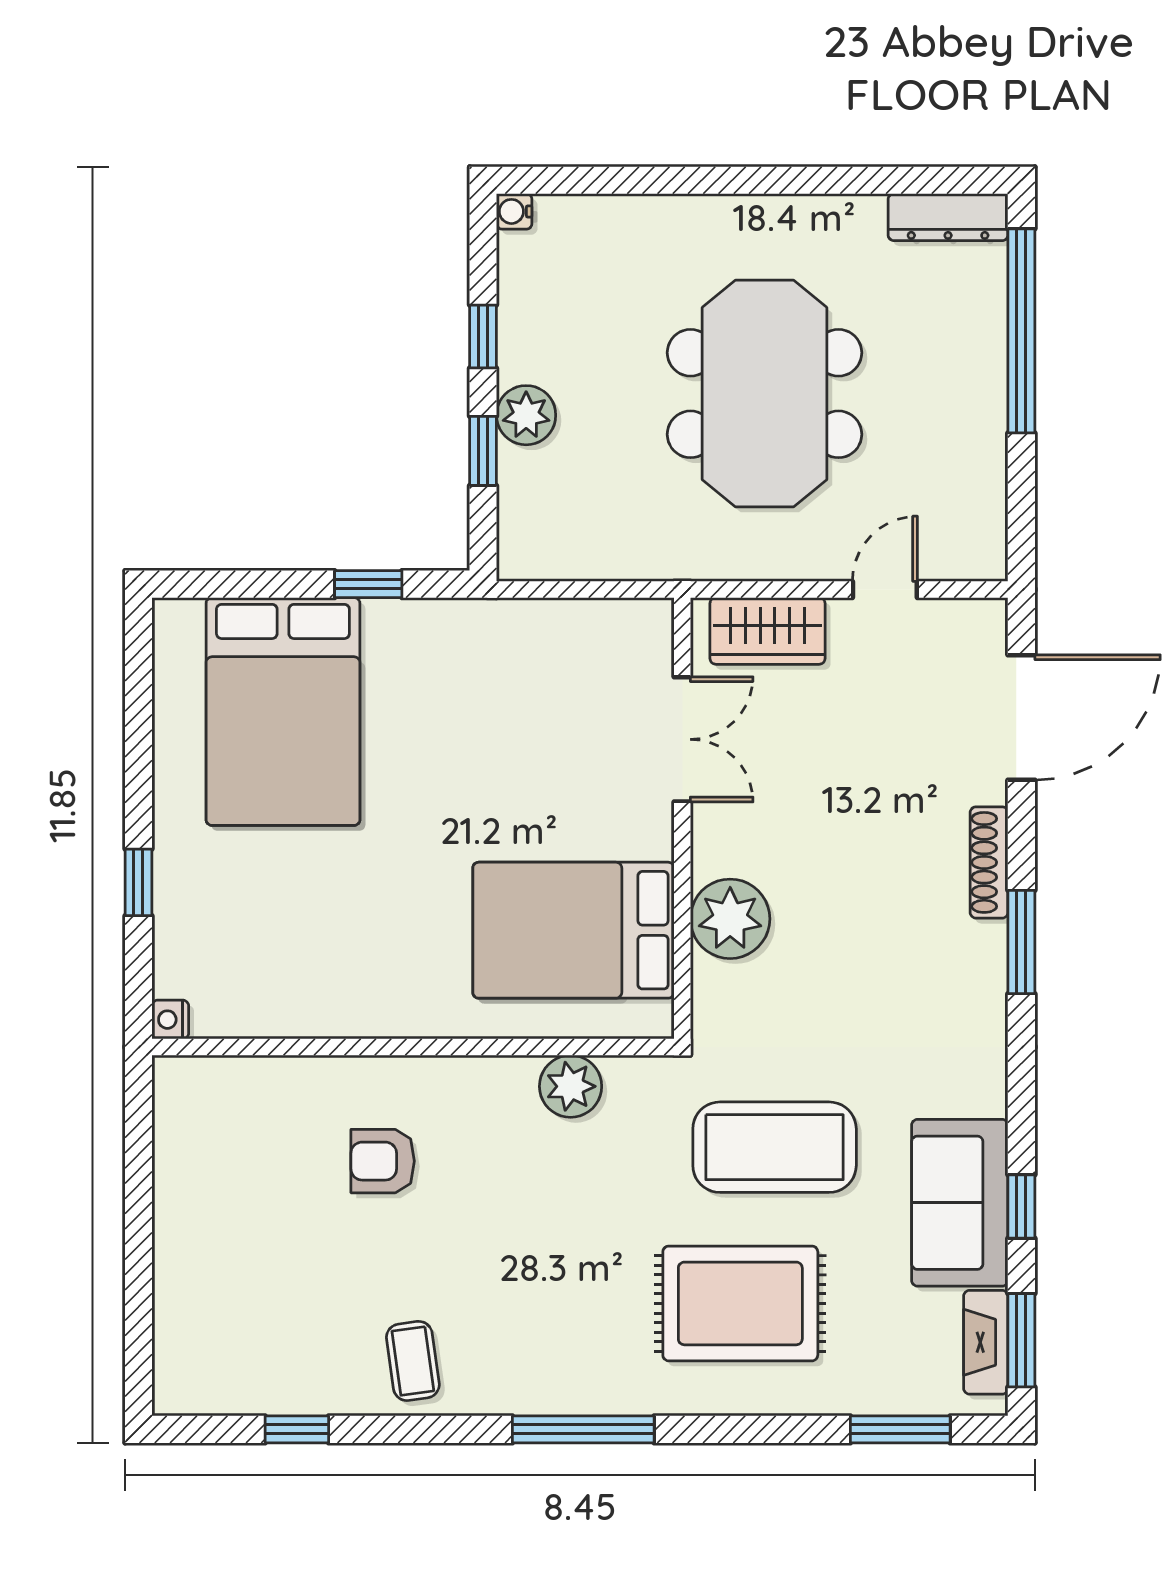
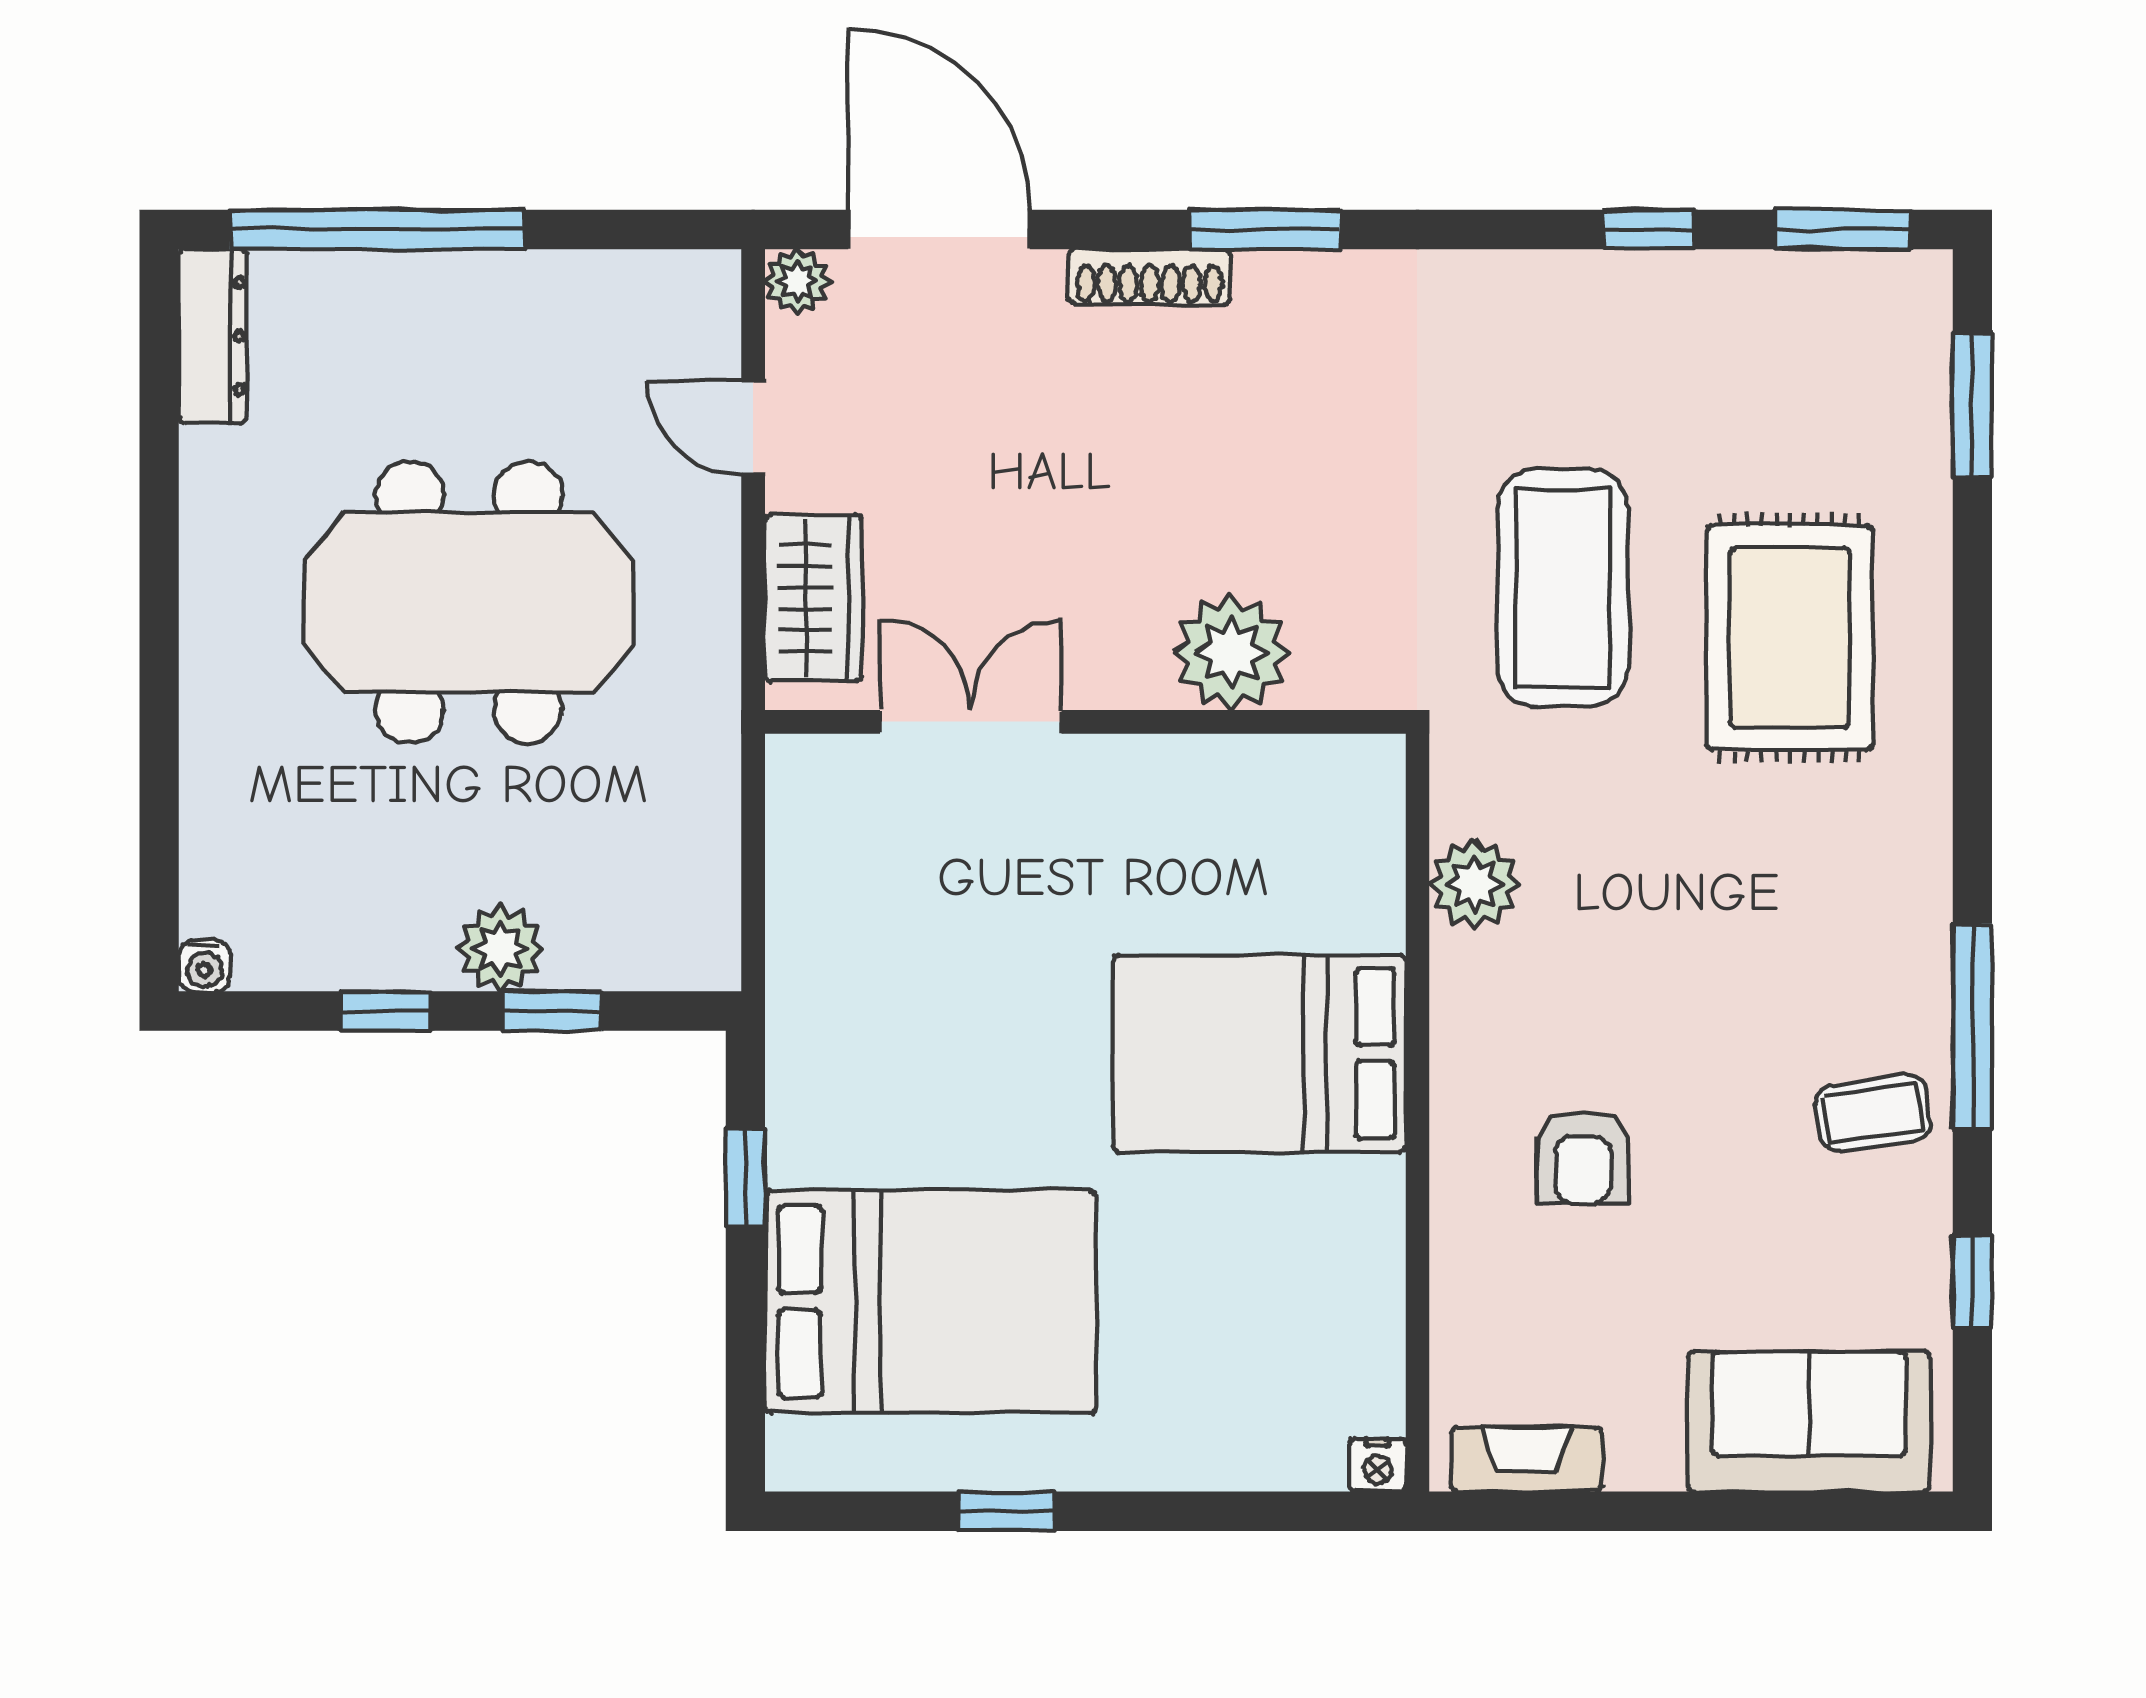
plant: (986, 620) -> (797, 281), added
window: (138, 882) -> (1007, 1511), moved
bed: (573, 930) -> (1260, 1054), moved, turned 90
sofa: (960, 1203) -> (1809, 1422), moved, turned 180
fireplace: (986, 1342) -> (1526, 1460), moved, turned 180
window: (583, 1429) -> (1972, 1026), moved

